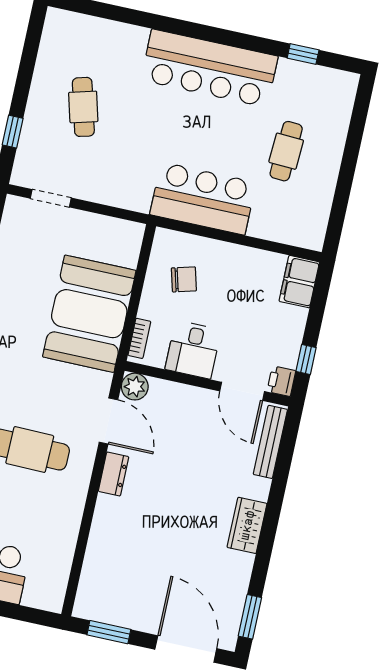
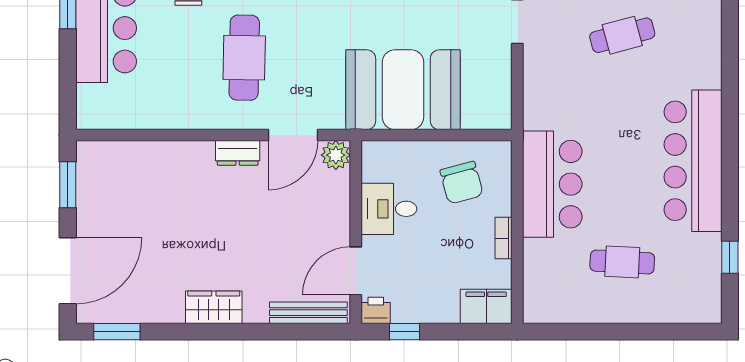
chair: (184, 279) -> (462, 183), width x1.37, depth x1.37
bookcase: (139, 338) -> (504, 238), moved, turned 90

